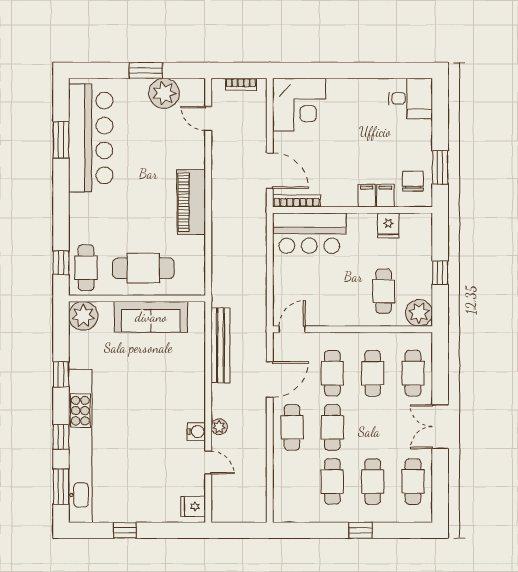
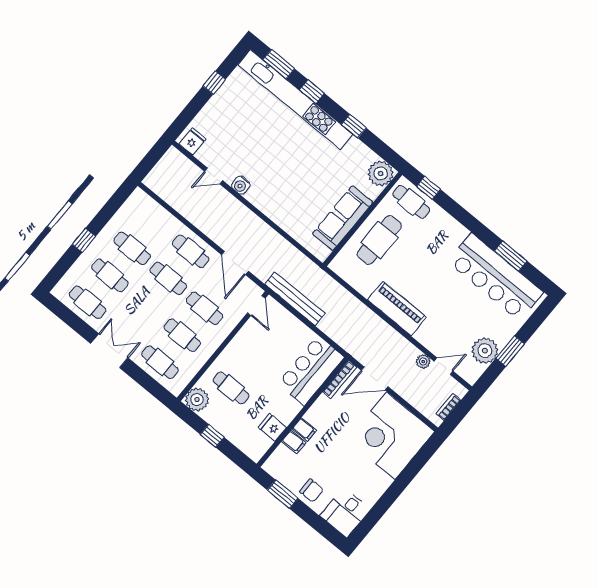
corner desk: (299, 105) -> (391, 436), width x1.36, depth x1.36
chair: (413, 181) -> (312, 491), moved
bench: (220, 345) -> (295, 299), moved
plant: (219, 427) -> (423, 362), moved

